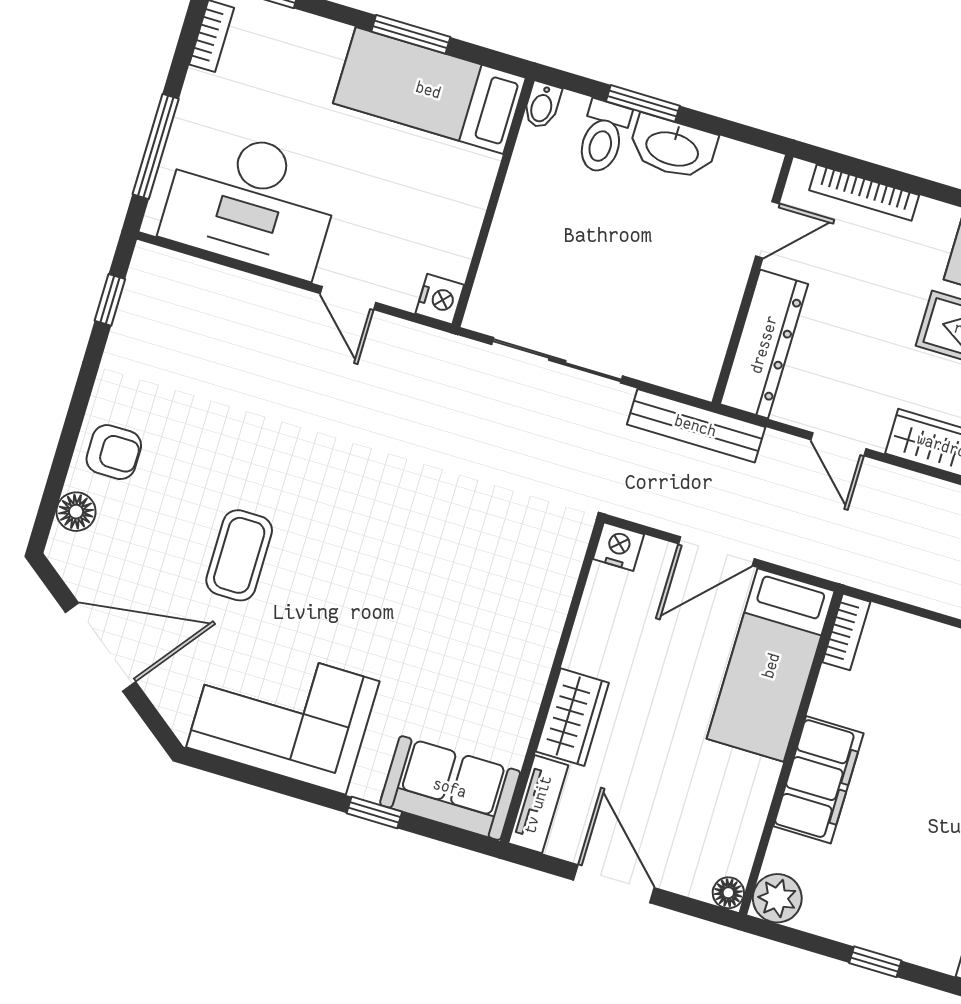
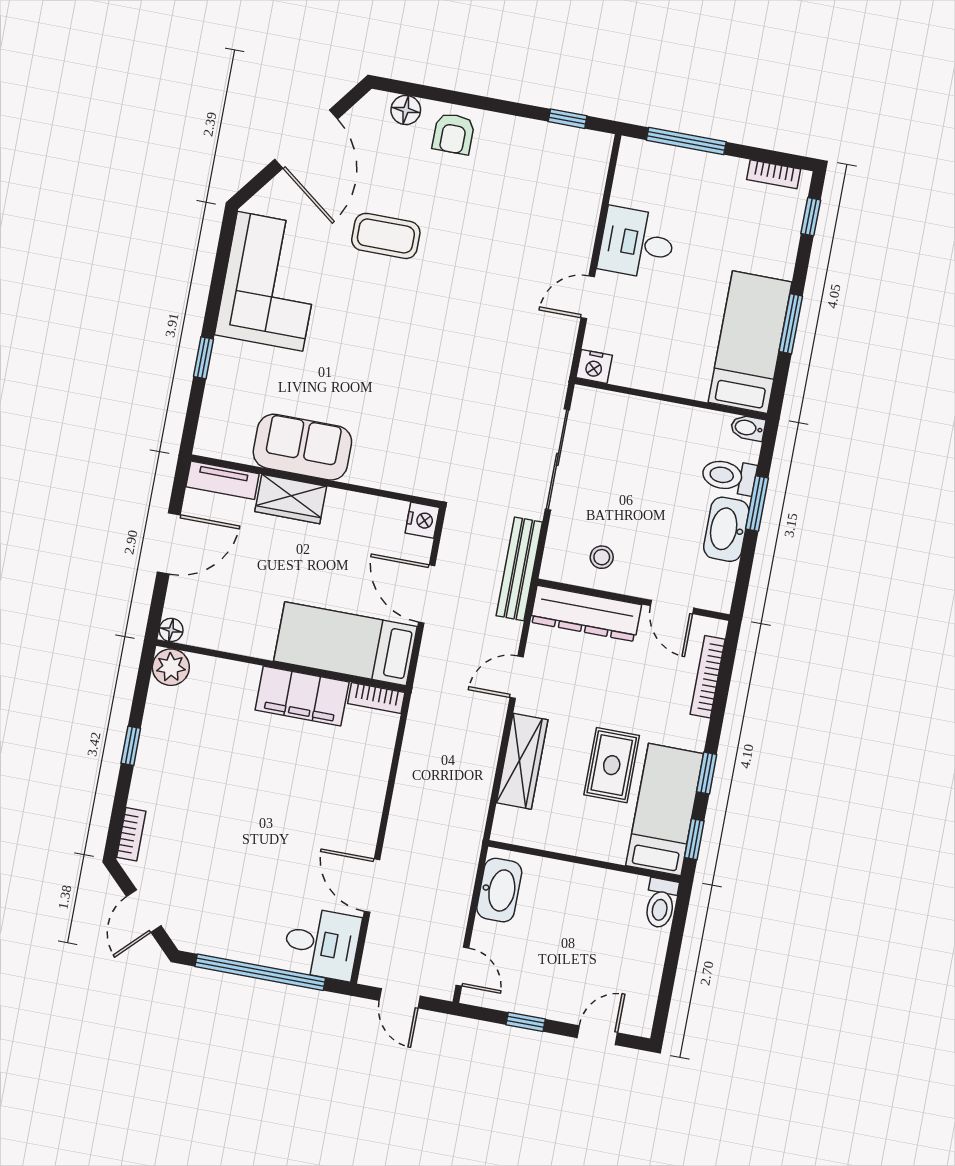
desk: (251, 202) -> (637, 243), width x0.53, depth x0.77
stool: (692, 316) -> (602, 557), added
filing cabinet: (818, 780) -> (302, 696), moved
sofa: (450, 788) -> (302, 447), moved, turned -90

